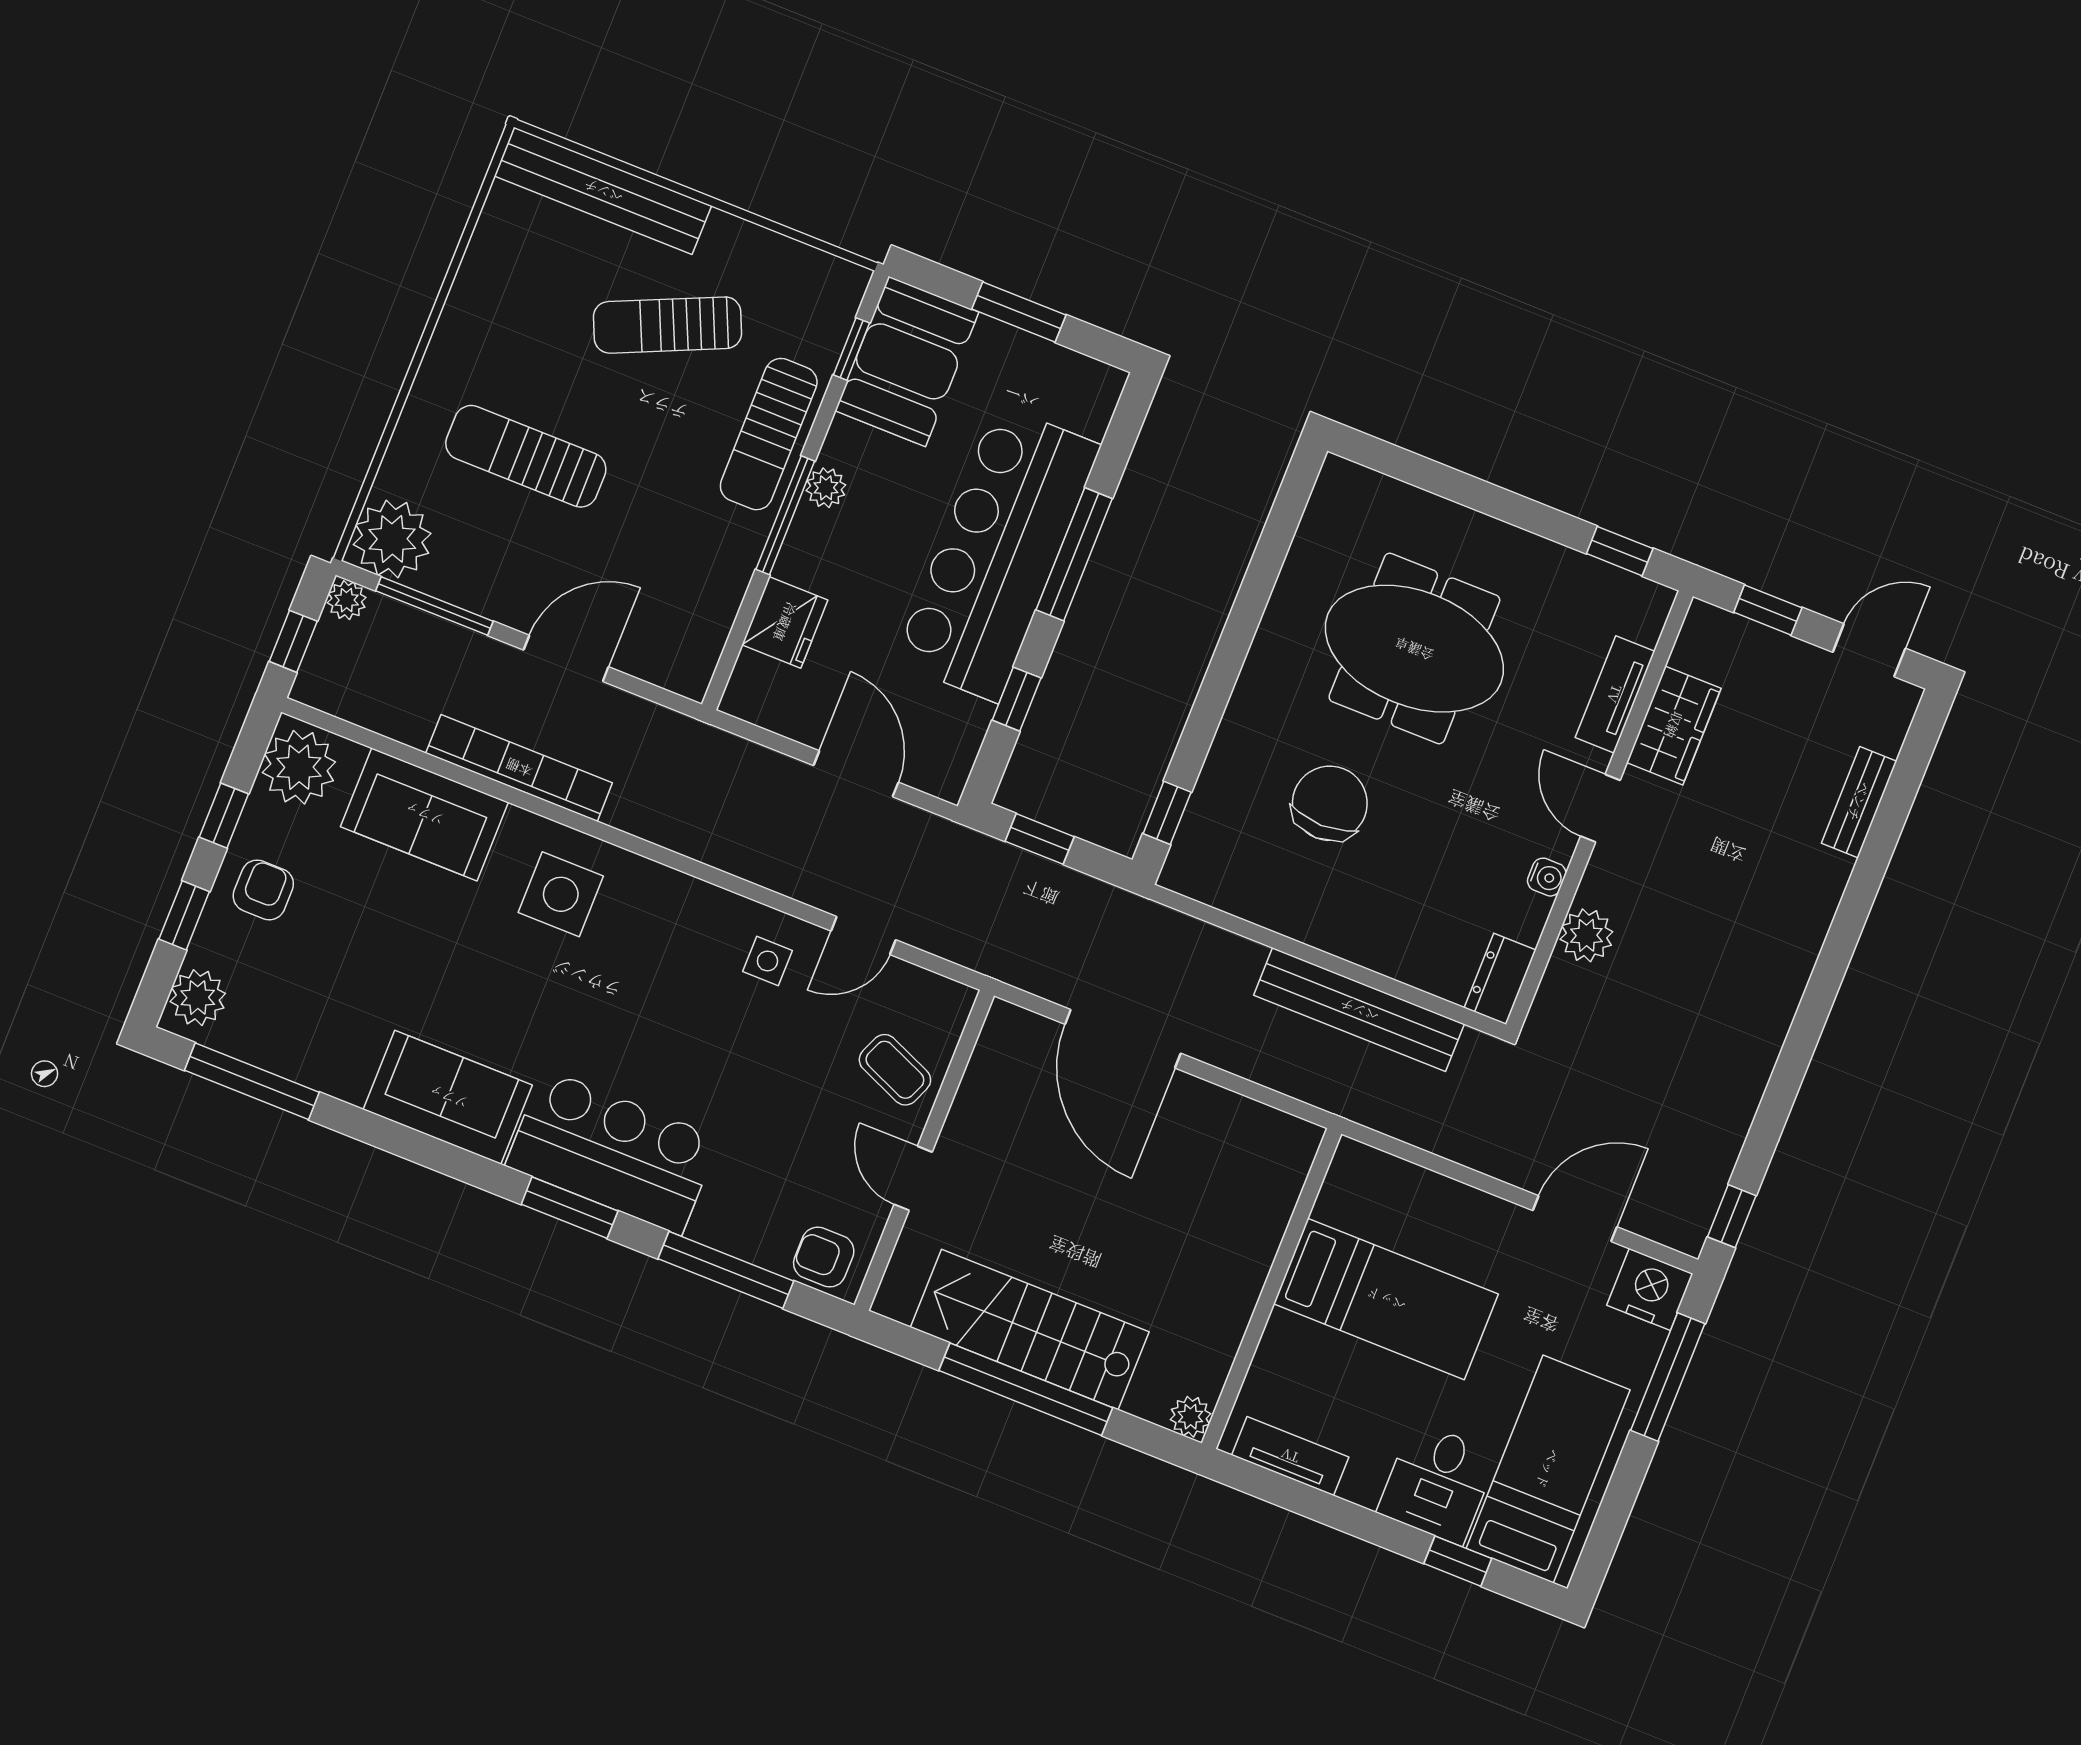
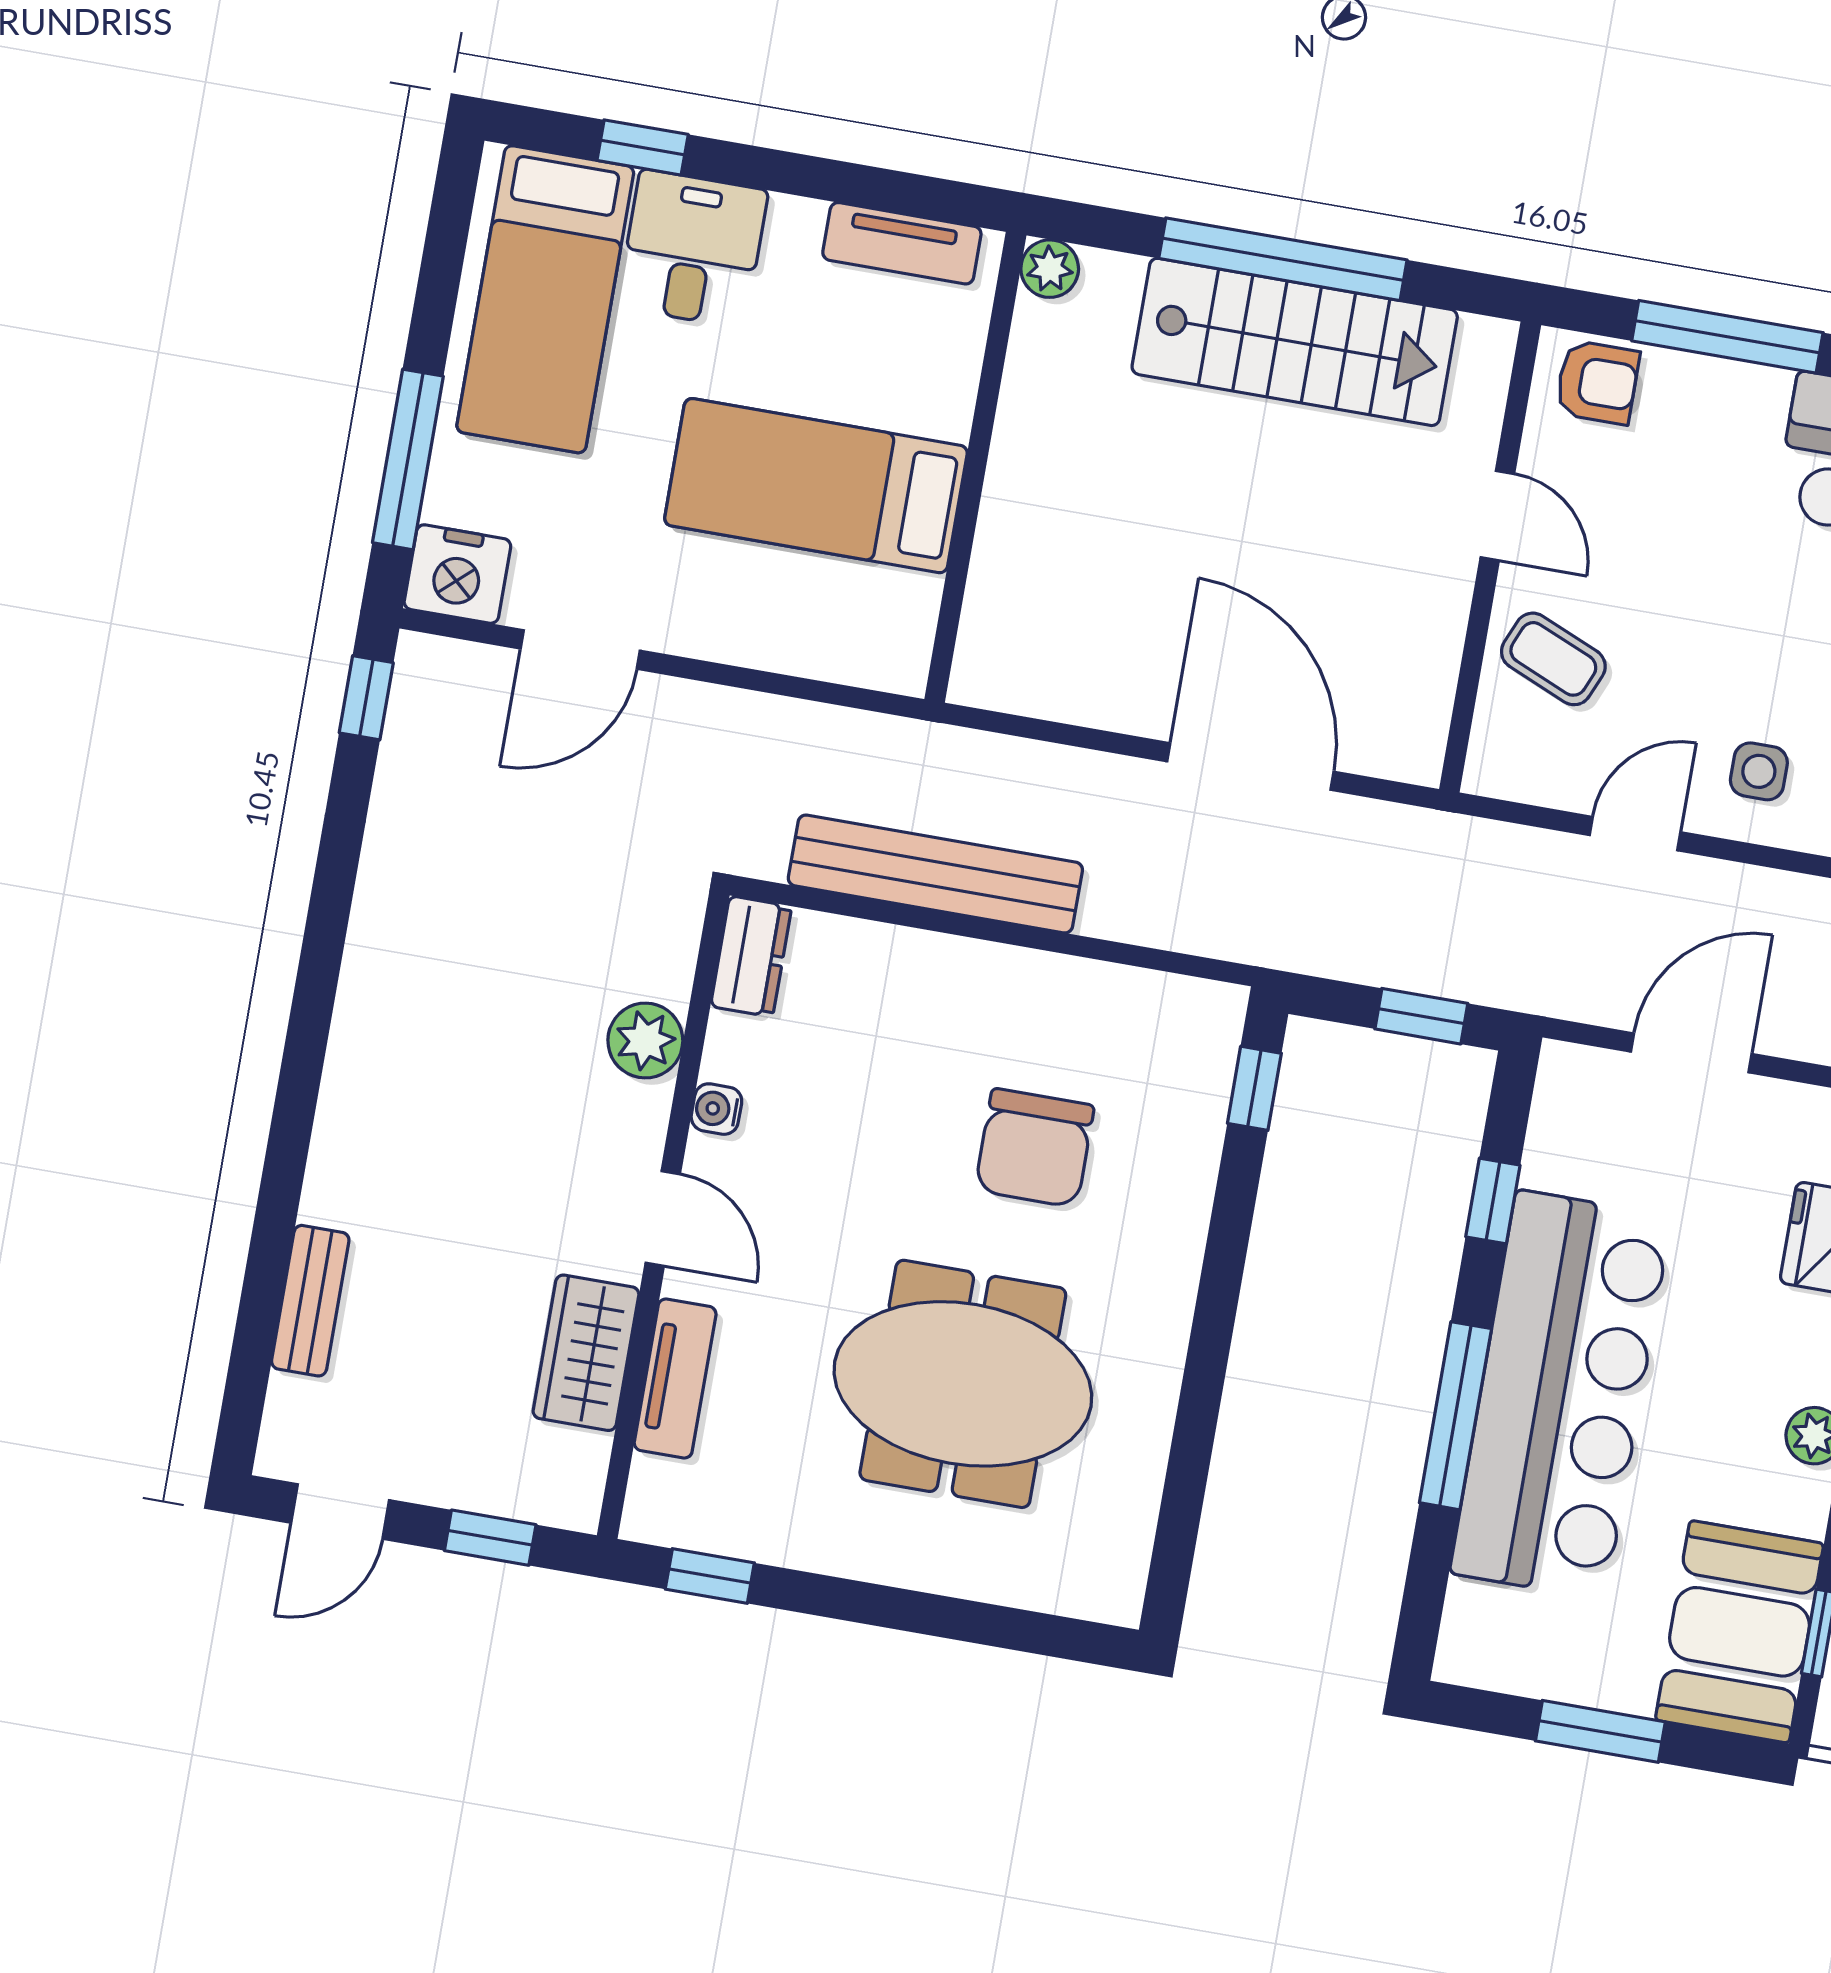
door: (856, 774) -> (1691, 1053), swing flipped

